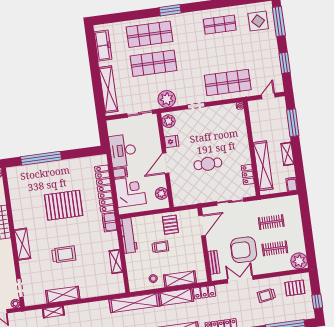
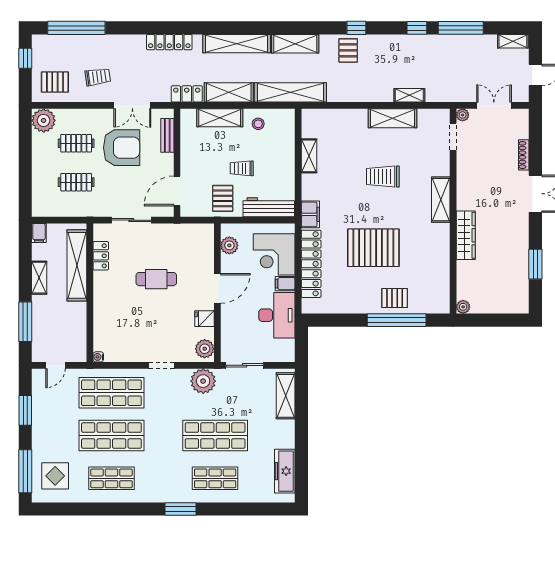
shop shelf: (150, 34) -> (215, 478), width x0.70, depth x0.74
shop shelf: (224, 54) -> (111, 436), added
shelving: (108, 89) -> (286, 396), width x0.68
pallet: (45, 173) -> (395, 298), added
workbench: (129, 235) -> (269, 207), moved, turned 90

